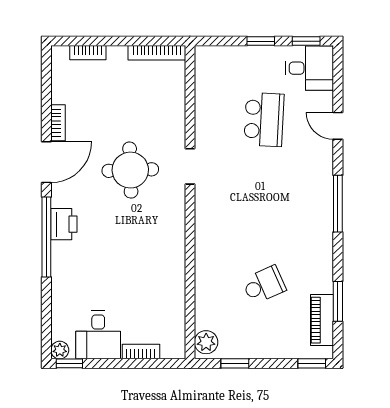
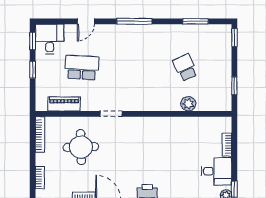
round table: (130, 170) -> (81, 147), moved
piano: (322, 320) -> (64, 104), moved, turned 180
plant: (206, 342) -> (188, 104), moved

